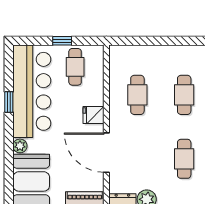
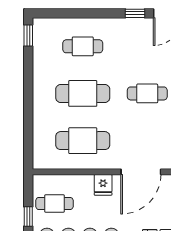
cafe table: (137, 95) -> (83, 141), width x1.37, depth x1.35
cafe table: (184, 95) -> (83, 93), width x1.37, depth x1.35

